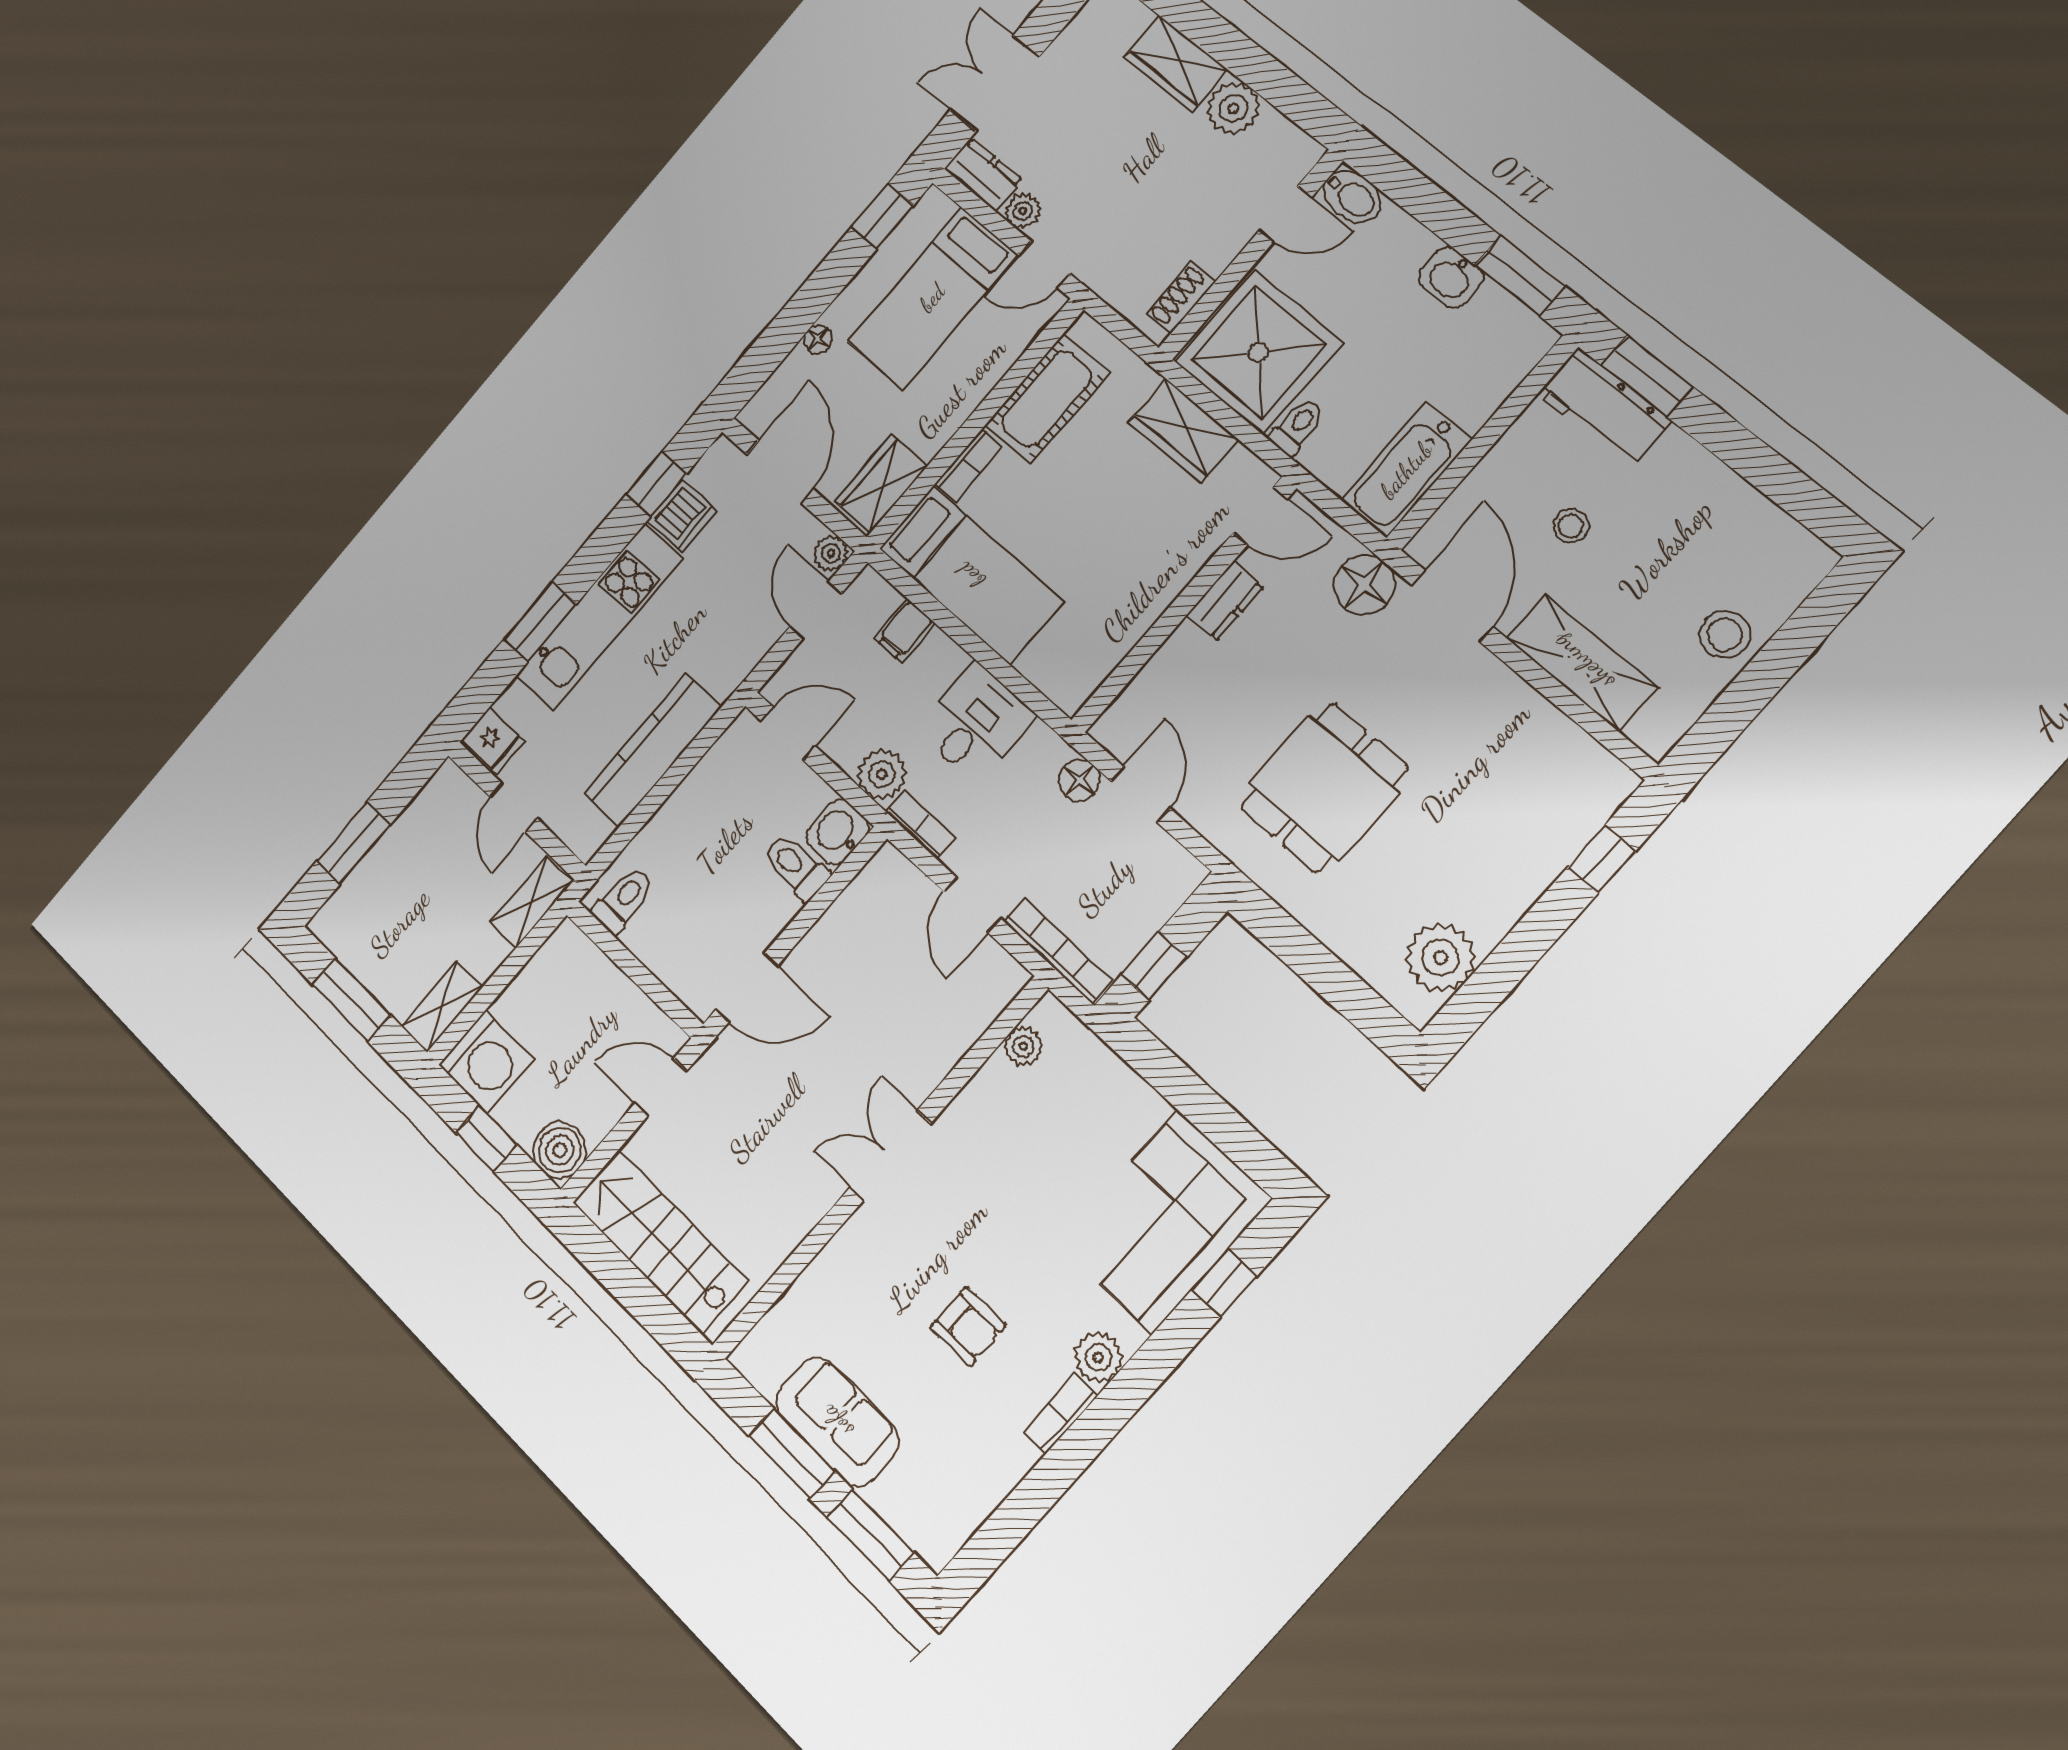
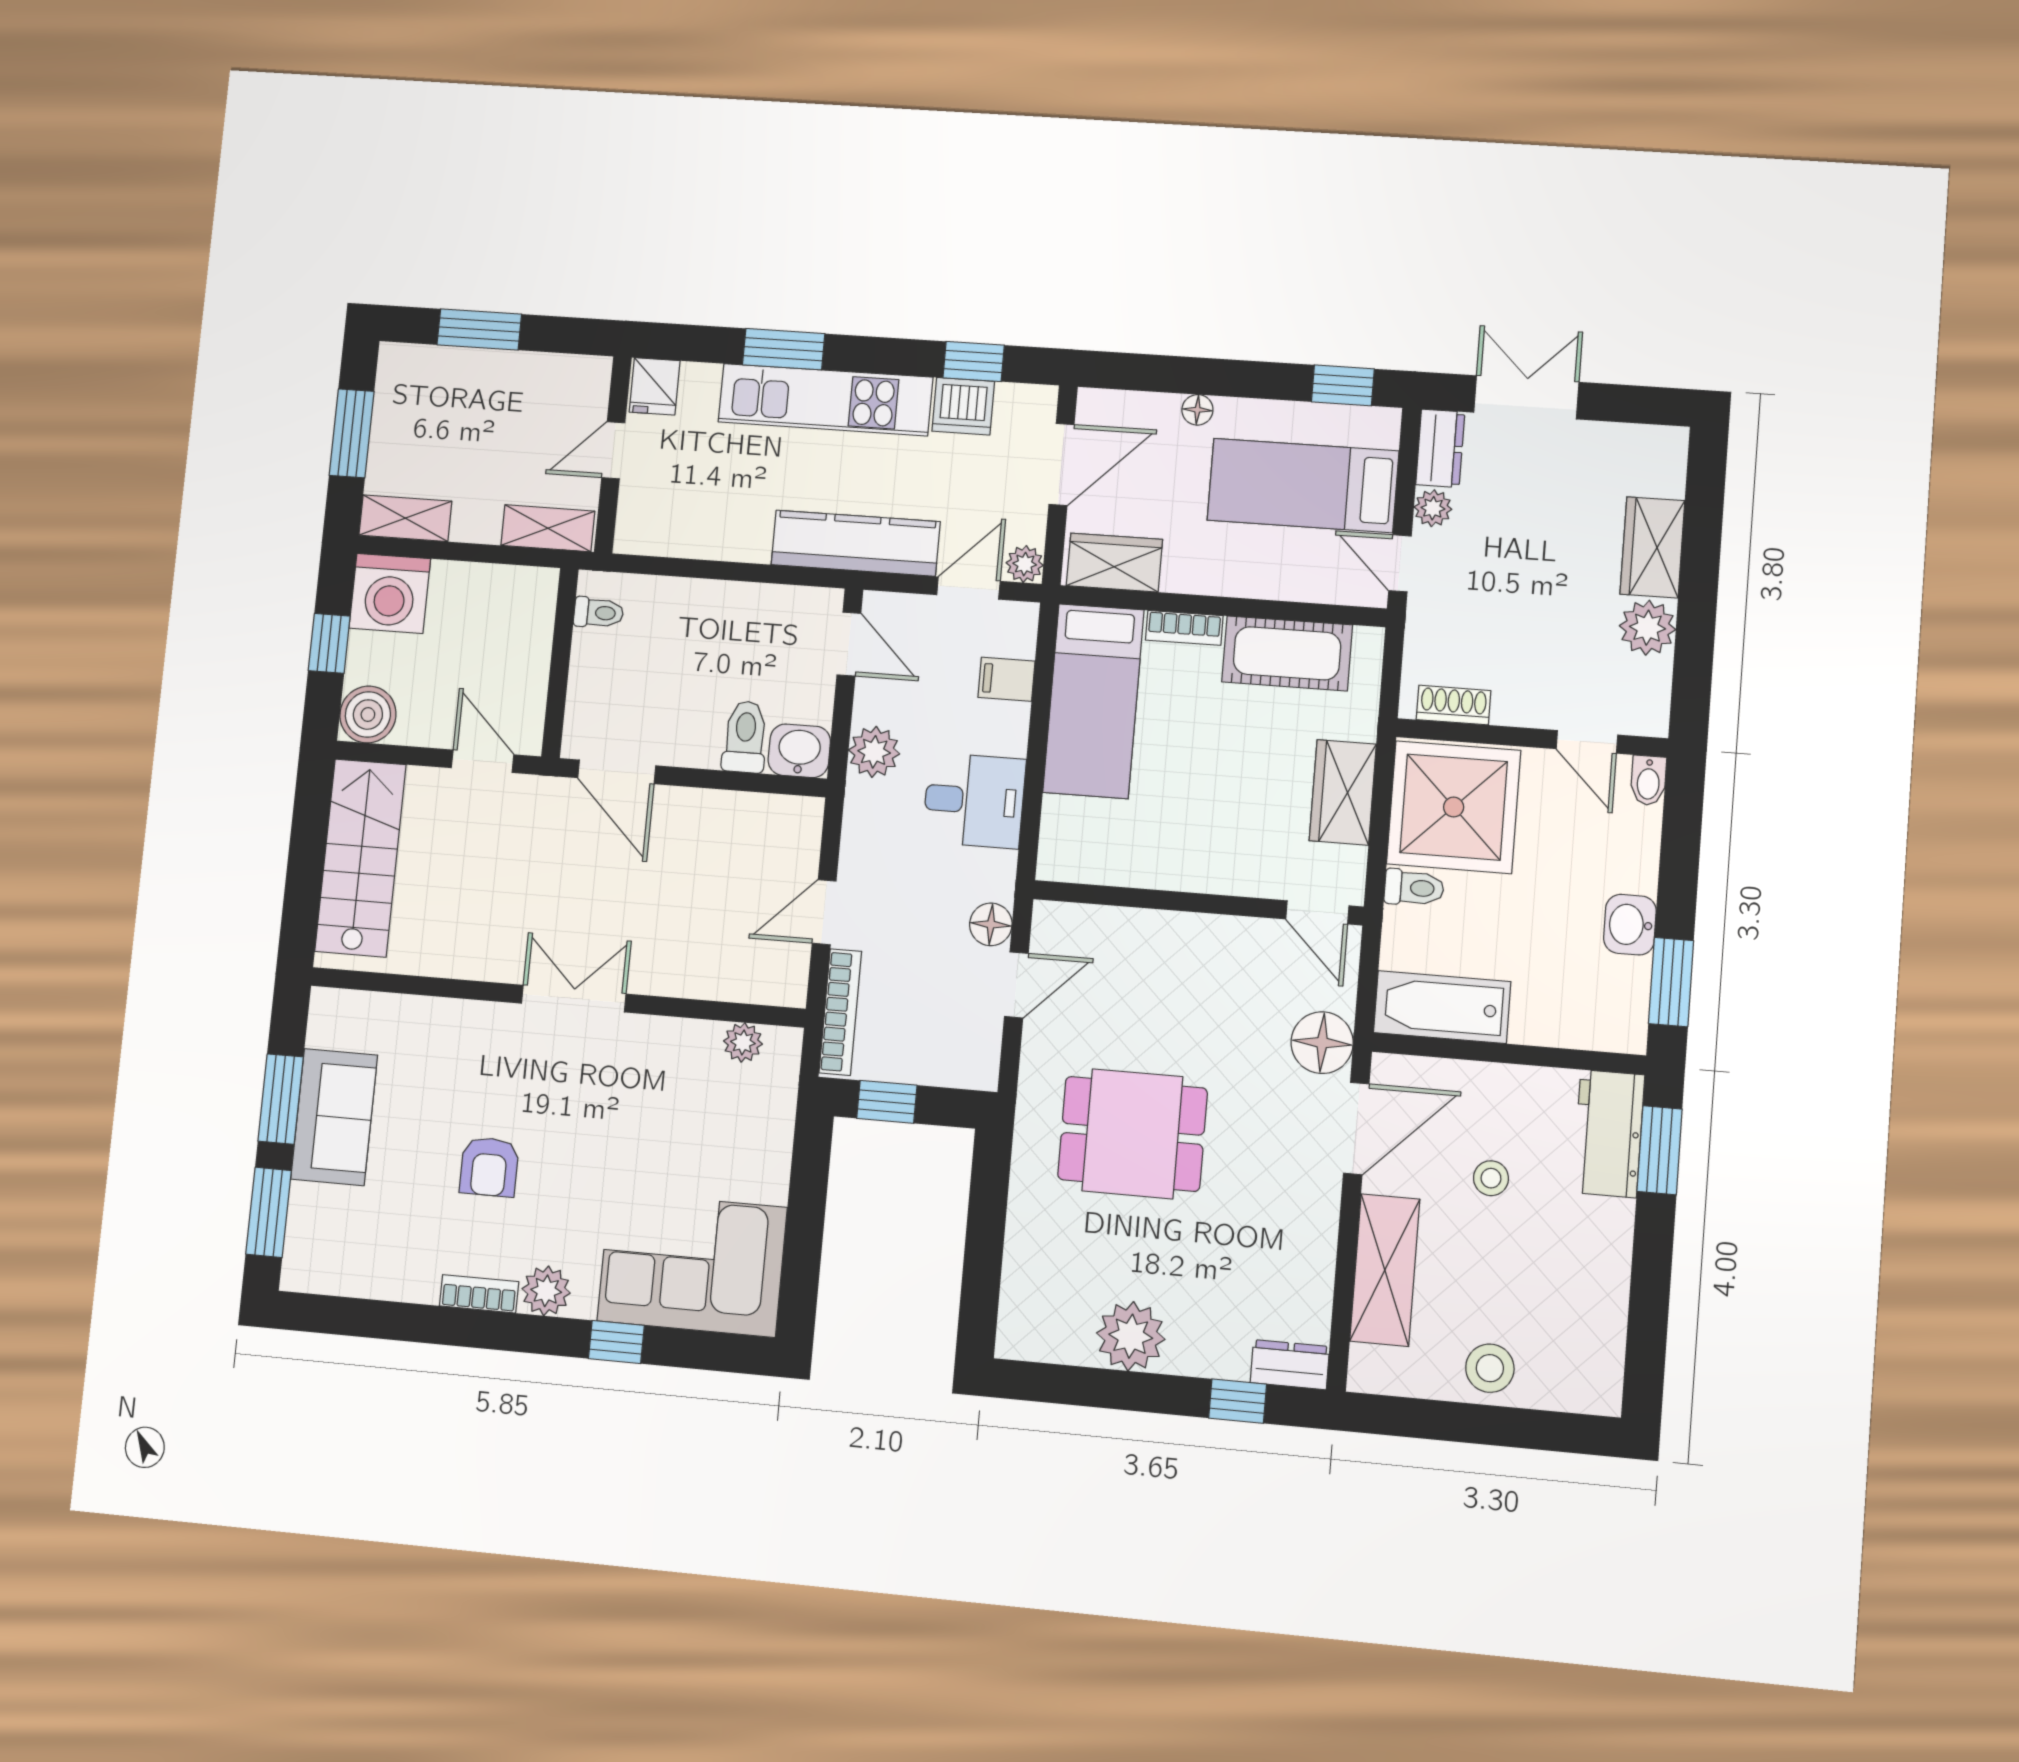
bidet: (1352, 197) -> (1648, 781), width x0.72, depth x0.74
dresser: (1225, 601) -> (1290, 1365), moved, turned 180
kitchen counter: (652, 750) -> (856, 543), moved
bookcase: (920, 825) -> (857, 817), removed
toilet: (623, 900) -> (599, 613), width x0.73, depth x0.72
plant: (1440, 958) -> (1131, 1336), moved
window: (1224, 1283) -> (616, 1342), moved

